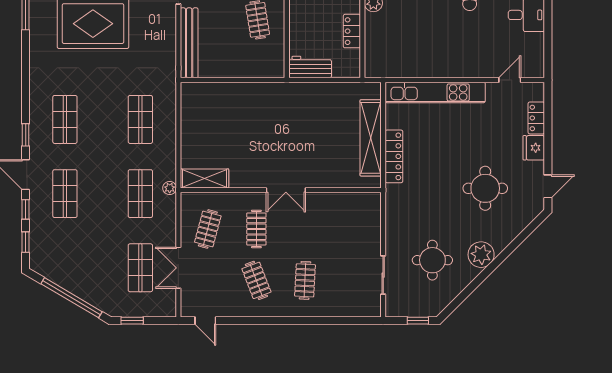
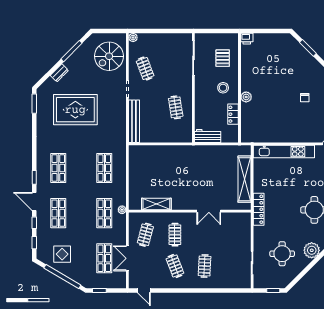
locker: (394, 156) -> (259, 209), moved
shelving: (204, 178) -> (156, 204), moved
double door: (286, 190) -> (209, 211), moved
display table: (71, 261) -> (62, 254), added

